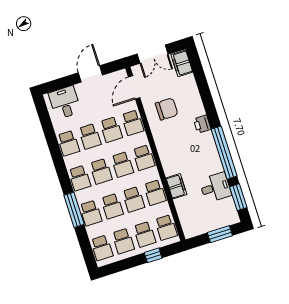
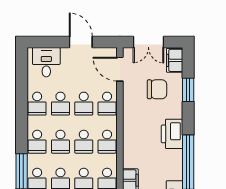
door: (90, 74) -> (81, 42), hinge flipped
window: (203, 86) -> (188, 90), added
door: (134, 87) -> (120, 69), hinge flipped
chair: (167, 109) -> (157, 89), moved
printer: (202, 124) -> (172, 134), width x1.87, depth x1.48

